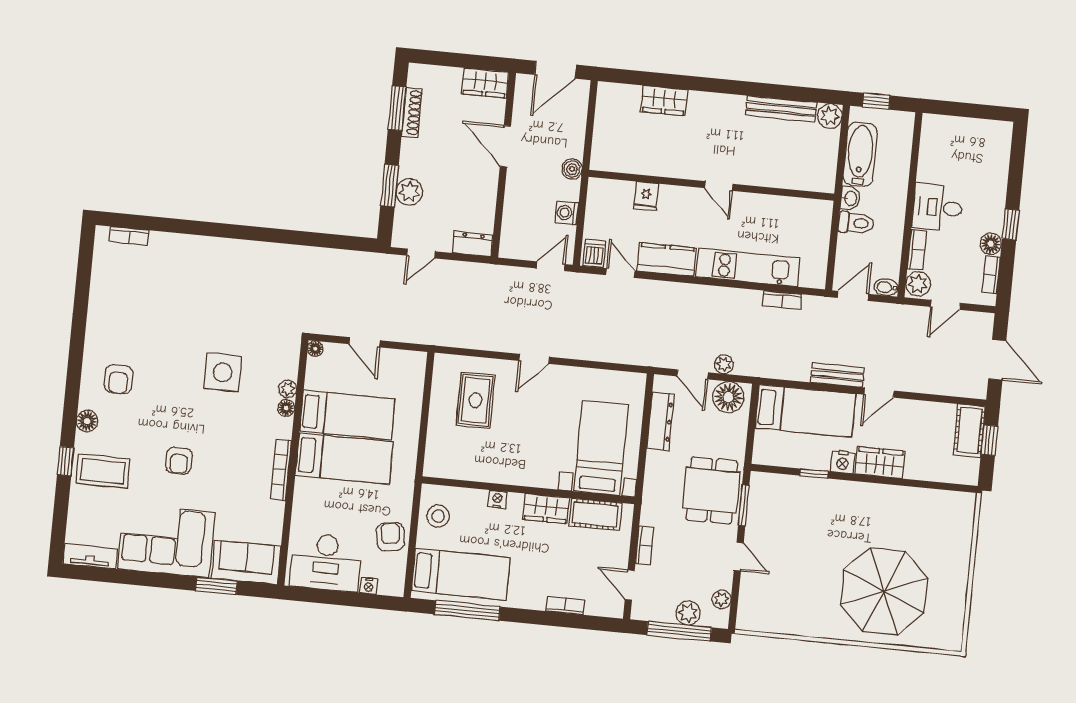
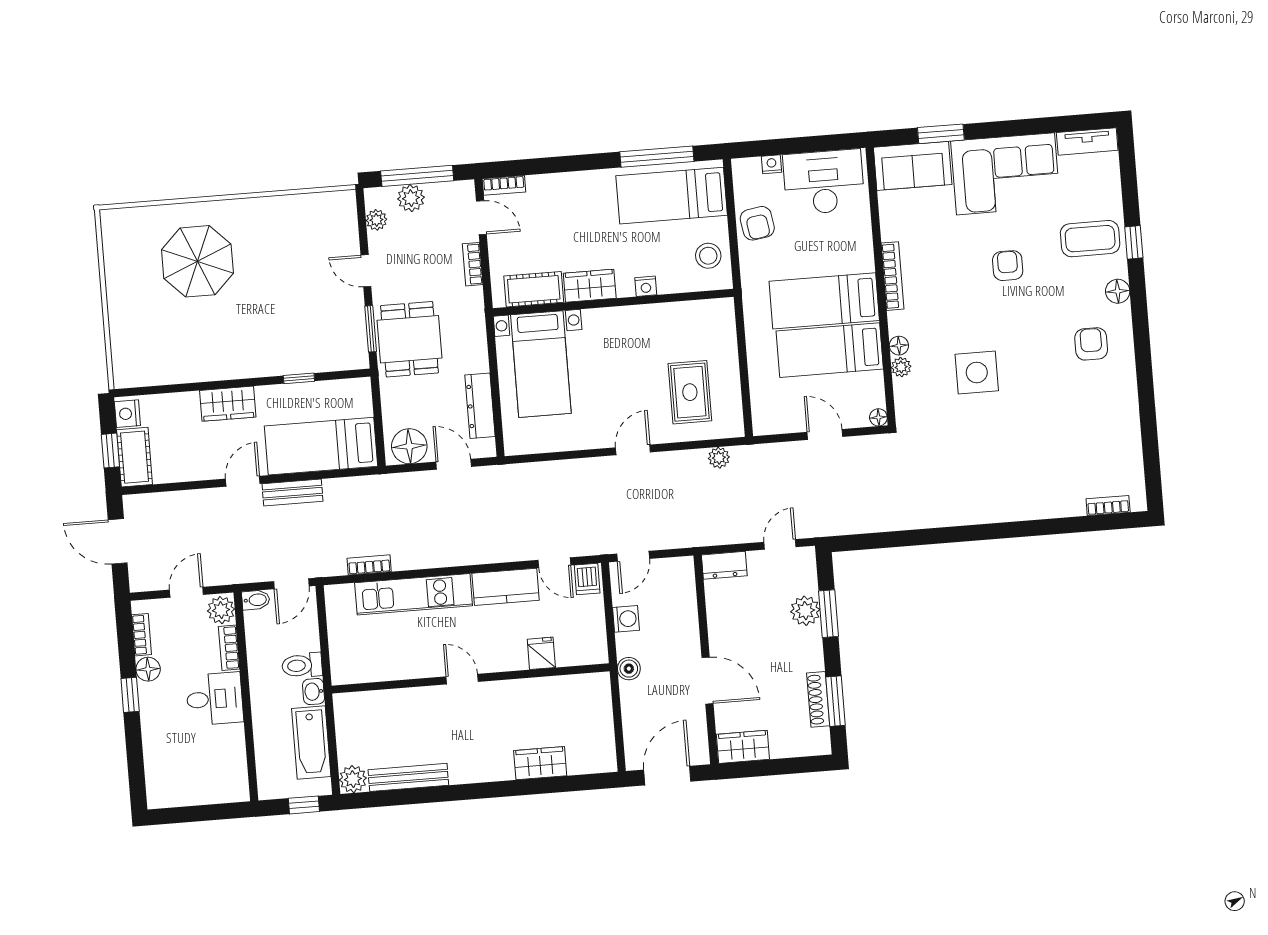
plant: (724, 364) -> (719, 458), moved
nightstand: (843, 462) -> (127, 414), moved, turned -90
parasol: (884, 591) -> (197, 261), width x0.73, depth x0.73
bookcase: (565, 606) -> (504, 185), moved

